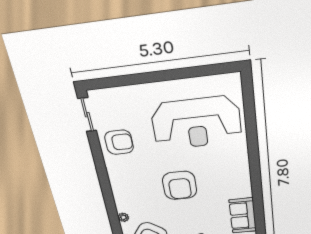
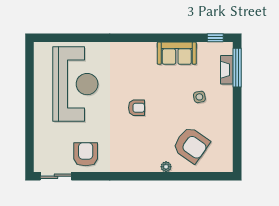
armchair: (180, 185) -> (137, 108), width x0.53, depth x0.53

